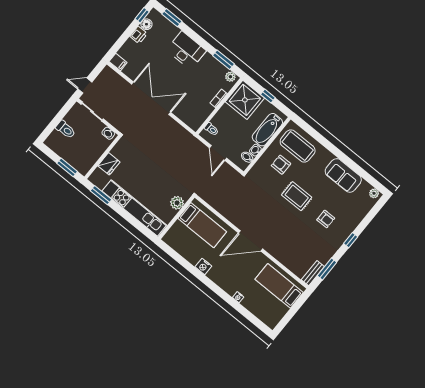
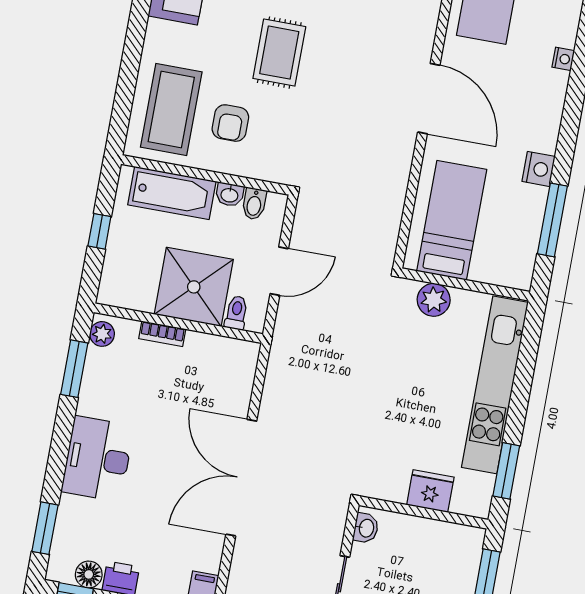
shower: (245, 100) -> (194, 287), moved
window: (182, 261) -> (552, 220), added

